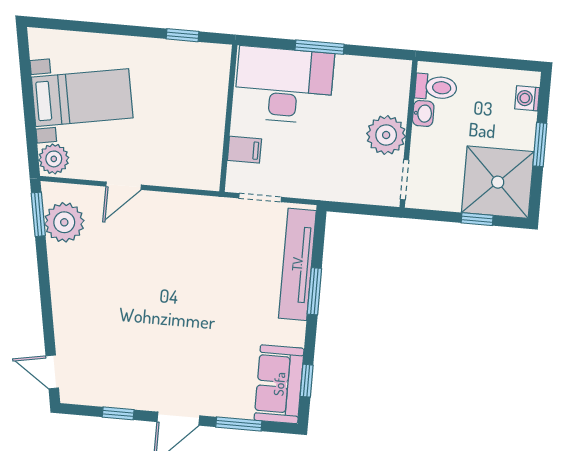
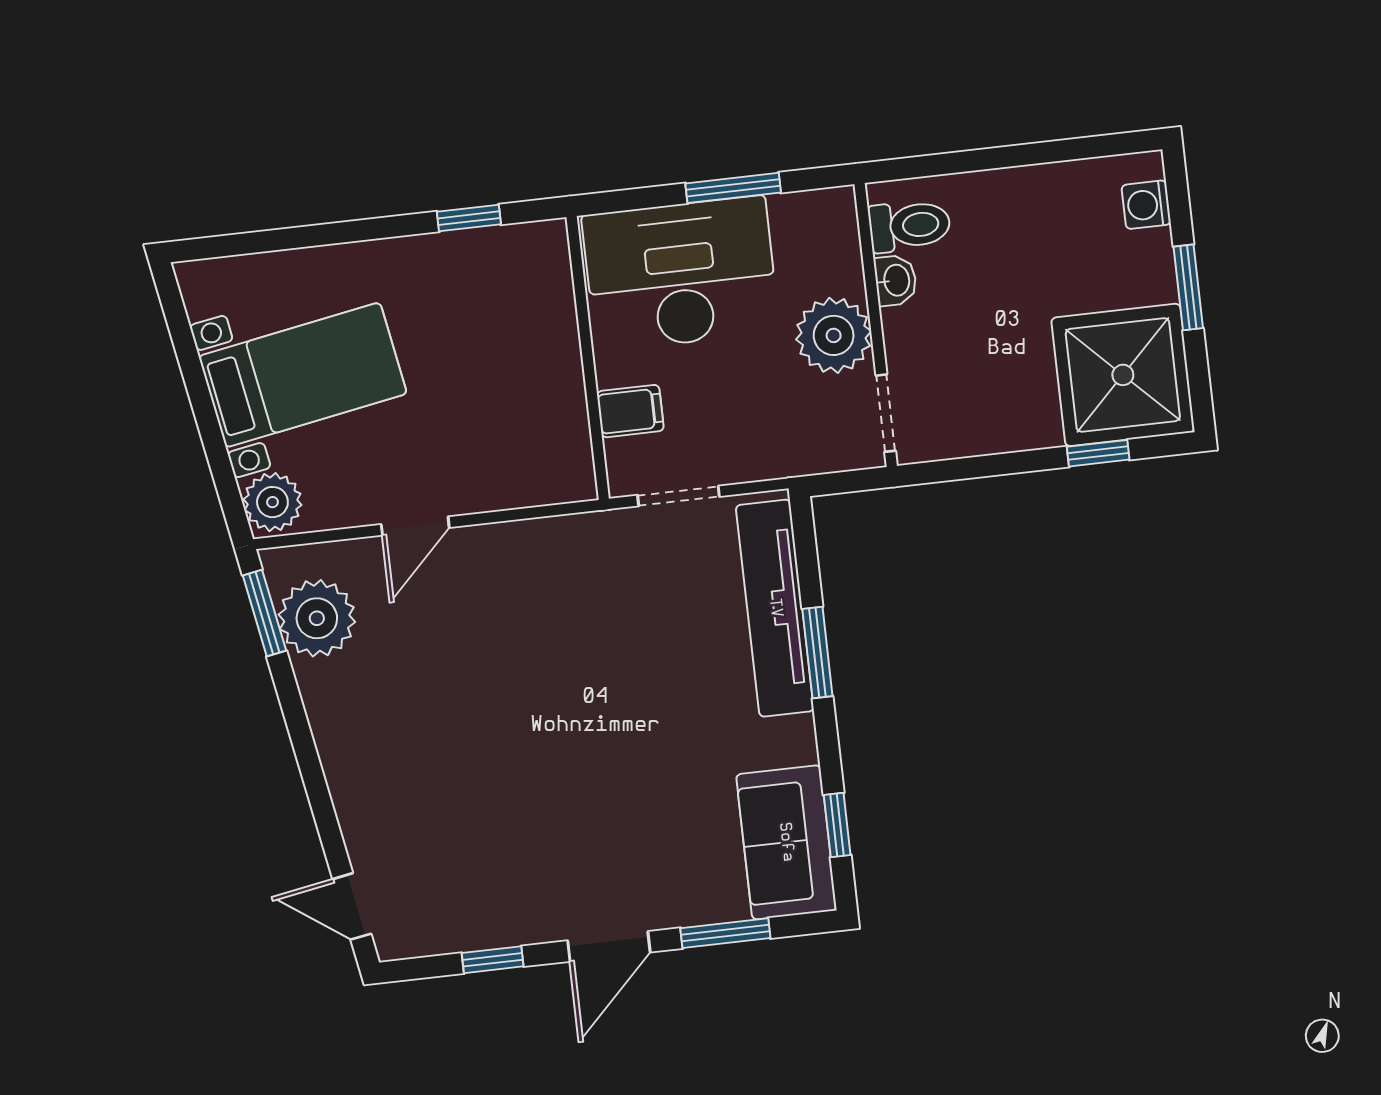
toilet: (436, 87) -> (910, 226), moved
washbasin: (423, 113) -> (896, 280), moved
wall: (409, 134) -> (876, 325), moved
plant: (386, 135) -> (834, 335), moved
doorway: (405, 180) -> (886, 413), moved

